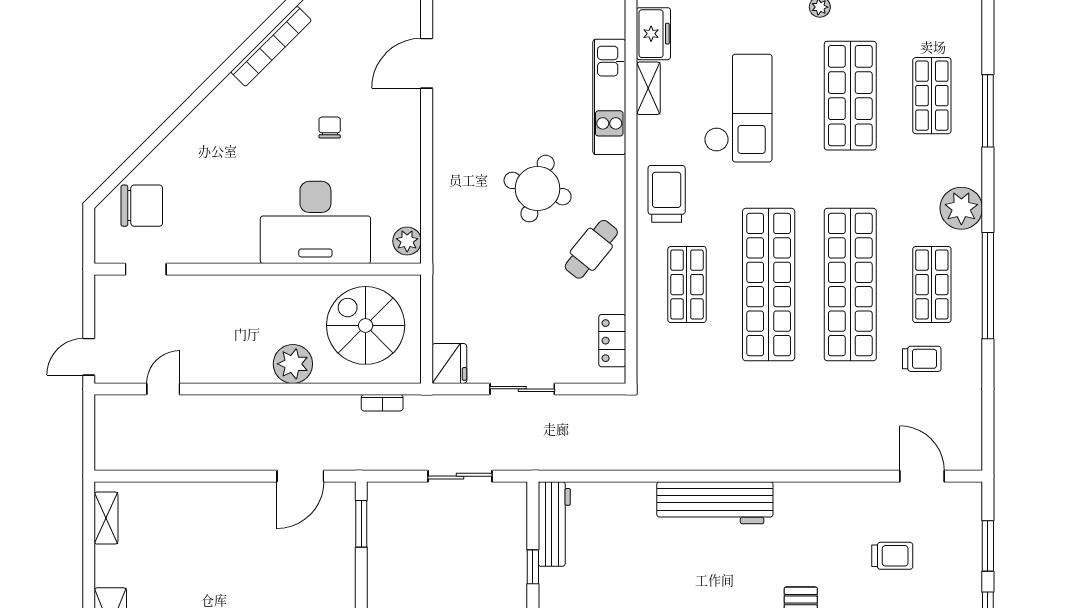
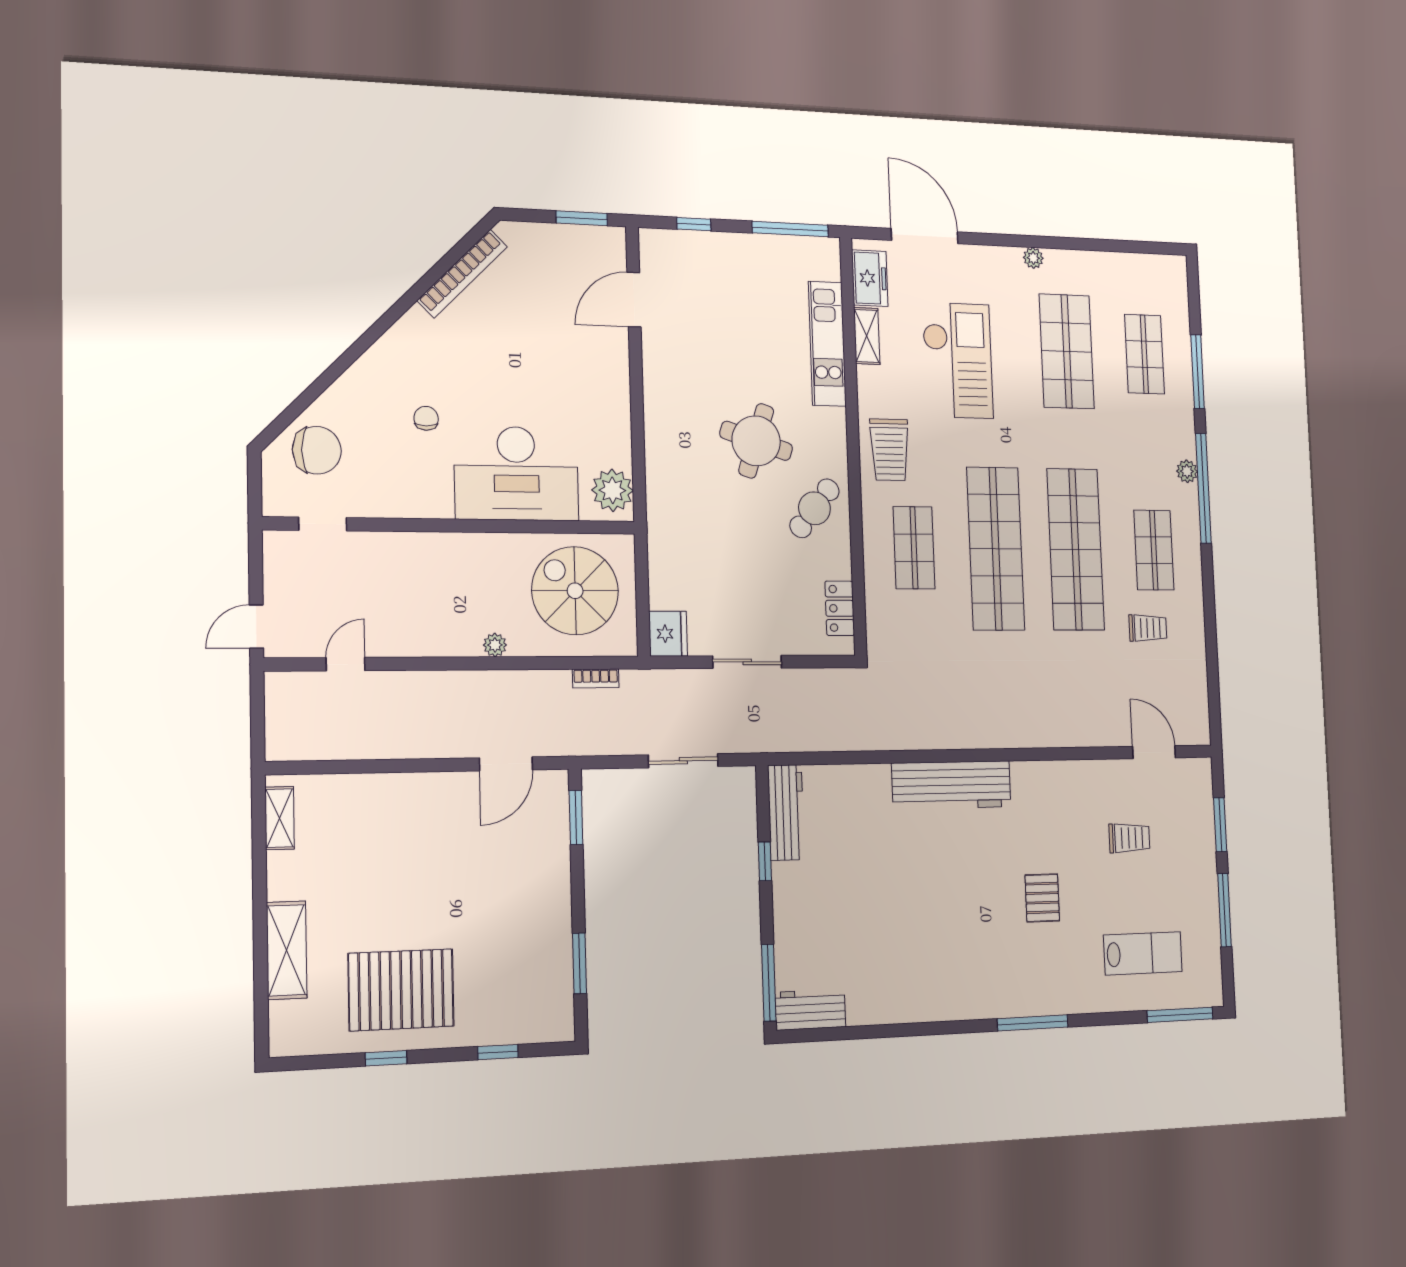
chair: (330, 128) -> (426, 418), moved
trolley: (667, 194) -> (890, 450), turned 180
plant: (961, 208) -> (1187, 471), width x0.53, depth x0.53
plant: (407, 241) -> (612, 490), width x1.36, depth x1.36
window: (988, 286) -> (1203, 488), moved
plant: (293, 364) -> (495, 645), width x0.53, depth x0.53

